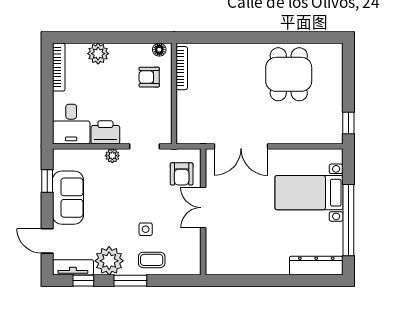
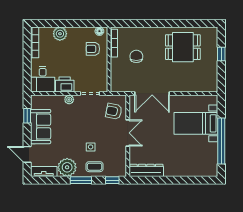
dining table: (289, 74) -> (183, 47), turned 90
chair: (217, 89) -> (136, 56), added
window: (348, 123) -> (221, 54), moved
armchair: (182, 174) -> (114, 111), turned 101
double door: (203, 208) -> (128, 133), swing flipped
dresser: (316, 266) -> (146, 170), moved
window: (83, 281) -> (112, 180), moved

